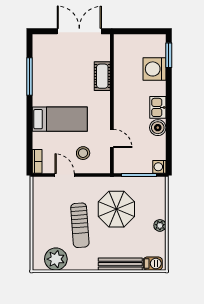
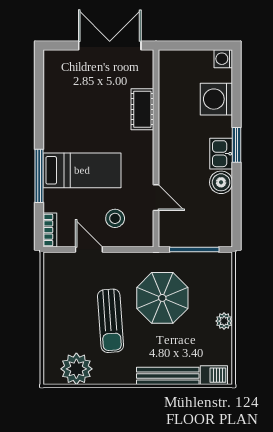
window: (169, 55) -> (237, 145), moved
window: (29, 76) -> (39, 176), moved
washing machine: (159, 167) -> (223, 59), moved

